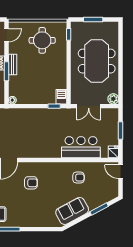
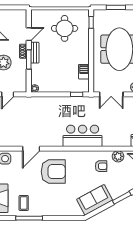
door: (6, 35) -> (29, 34), moved
barbecue: (61, 97) -> (84, 72), moved
bar counter: (81, 147) -> (83, 136), moved
plant: (95, 168) -> (118, 156), added
armchair: (31, 183) -> (53, 172), width x1.88, depth x1.88

